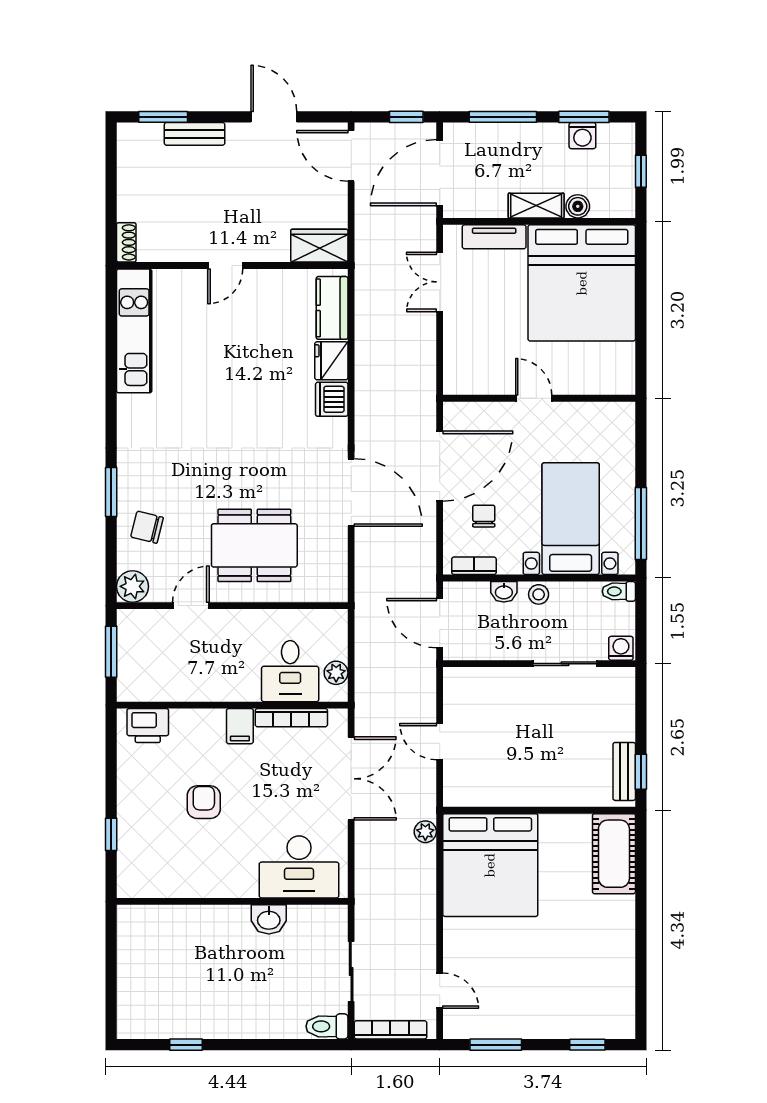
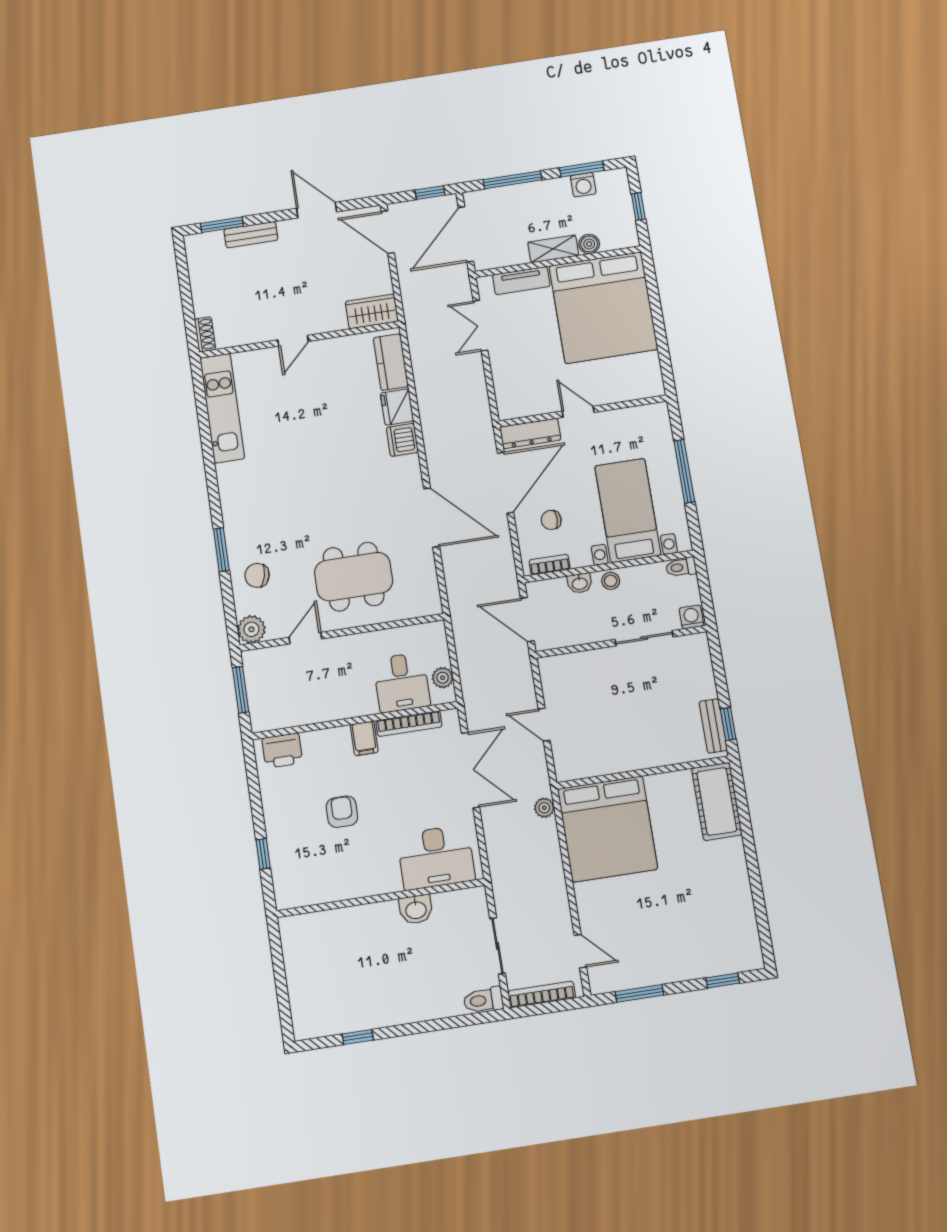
dresser: (476, 415) -> (530, 433), added
chair: (484, 516) -> (551, 520), turned -90
window: (641, 523) -> (684, 471), moved

